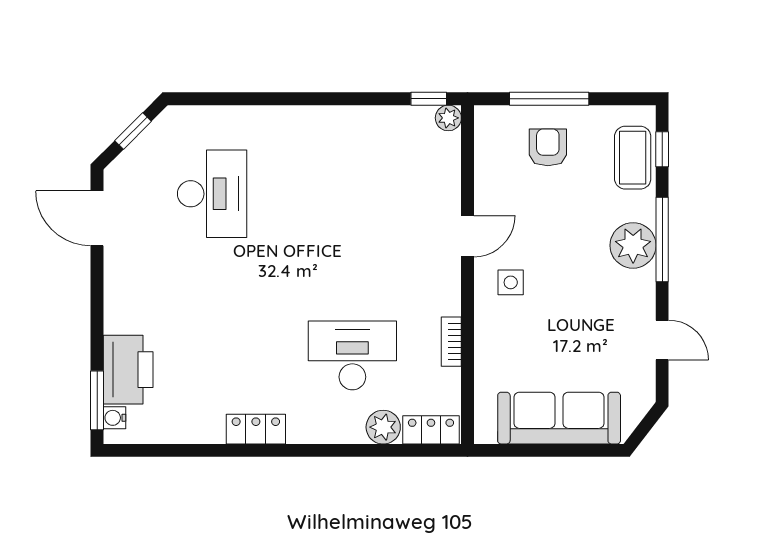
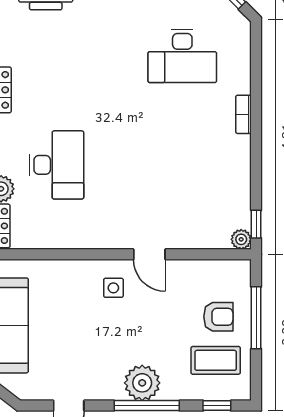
coffee table: (633, 158) -> (216, 360), moved
bookcase: (451, 342) -> (244, 114), moved, turned -90

